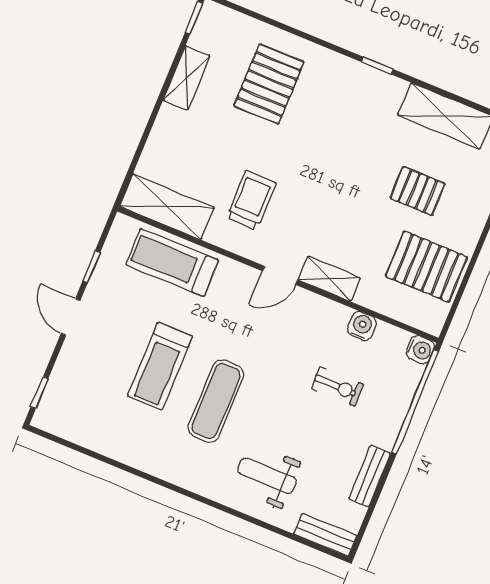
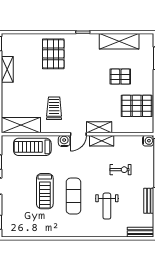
pallet: (269, 84) -> (53, 54), moved
shelving: (323, 309) -> (102, 141), added
water cooler: (362, 326) -> (64, 141), moved
weight bench: (267, 476) -> (107, 206), moved, turned -90

